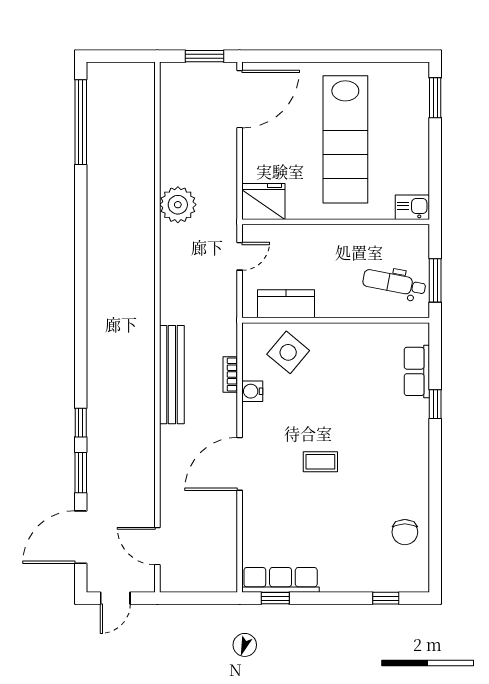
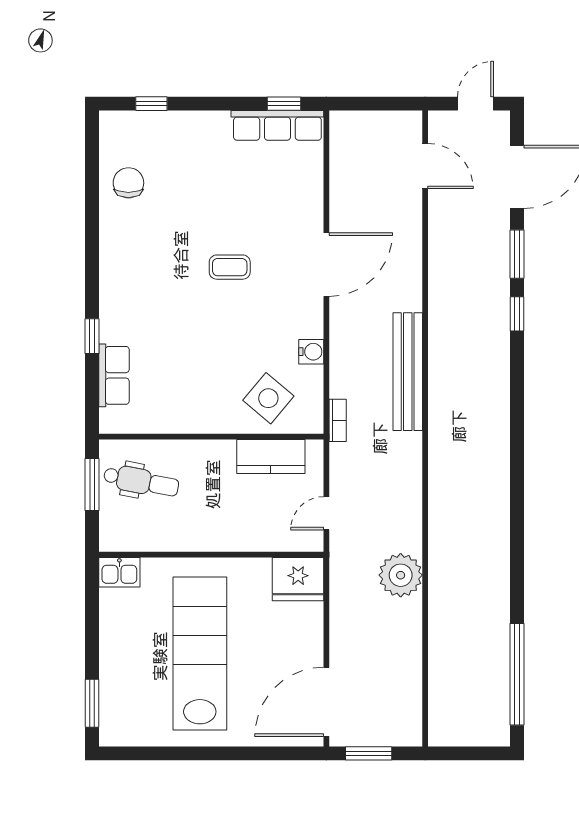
bookcase: (230, 374) -> (338, 420), moved

